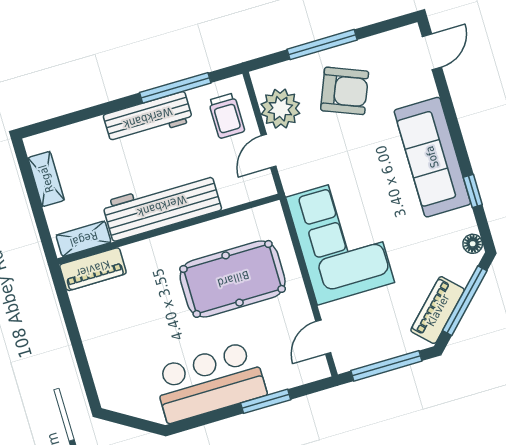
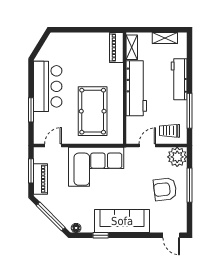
armchair: (345, 91) -> (165, 189), turned 61
plant: (280, 109) -> (177, 157), moved
workbench: (148, 118) -> (179, 79), moved
door: (269, 151) -> (147, 146), hinge flipped
piano: (438, 310) -> (41, 179), moved, turned 45
door: (323, 337) -> (53, 146), hinge flipped
window: (386, 366) -> (31, 171), width x0.69

